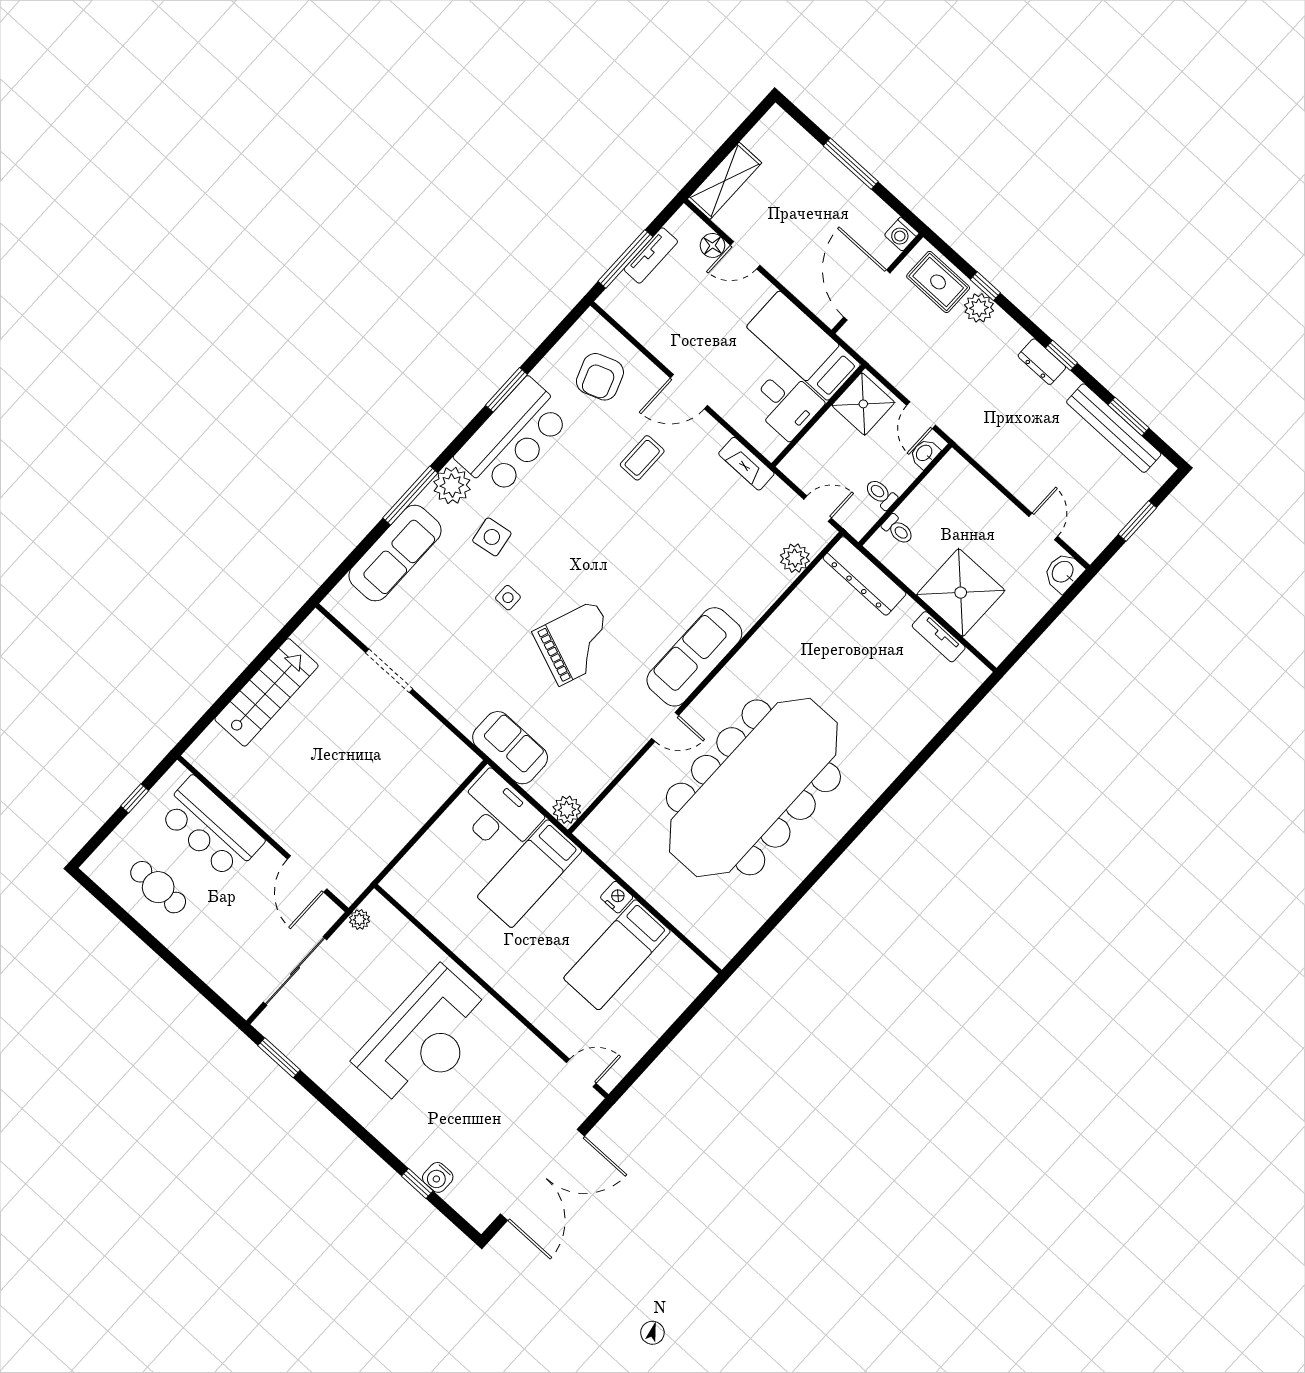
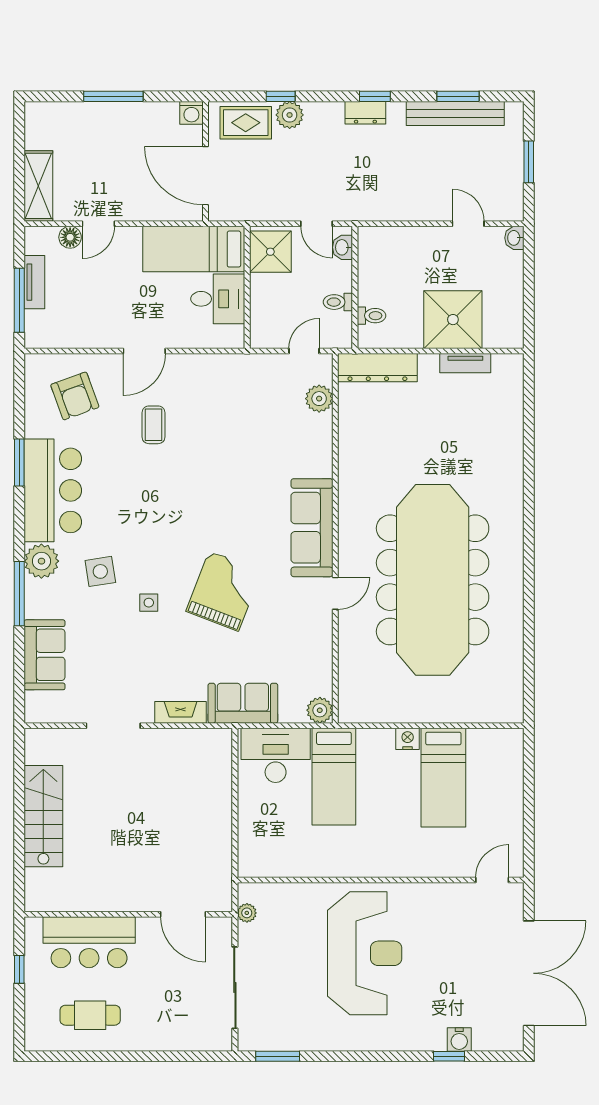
fireplace: (746, 464) -> (181, 712), moved, turned 180
sofa: (395, 553) -> (45, 655), width x0.73
washbasin: (1063, 572) -> (514, 238), width x0.72, depth x0.69

